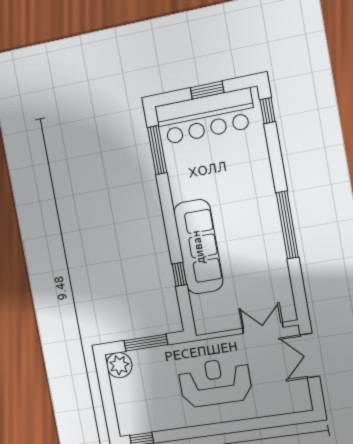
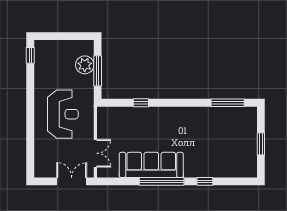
window: (268, 111) -> (205, 181), moved
bar counter: (205, 117) -> (244, 139), removed
sofa: (198, 247) -> (151, 165), moved, turned 180
plant: (119, 365) -> (85, 65), moved

